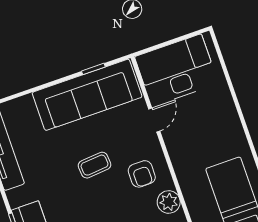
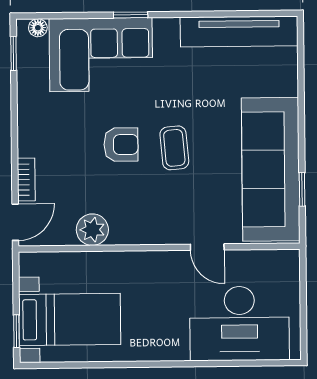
desk: (176, 70) -> (239, 323), moved, turned 90
armchair: (142, 174) -> (121, 145), moved, turned 180

